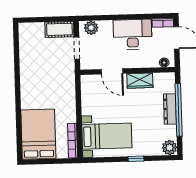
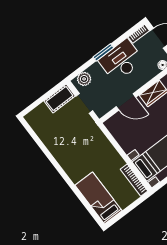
window: (123, 17) -> (103, 52), added
bed: (38, 134) -> (98, 198), width x0.67

